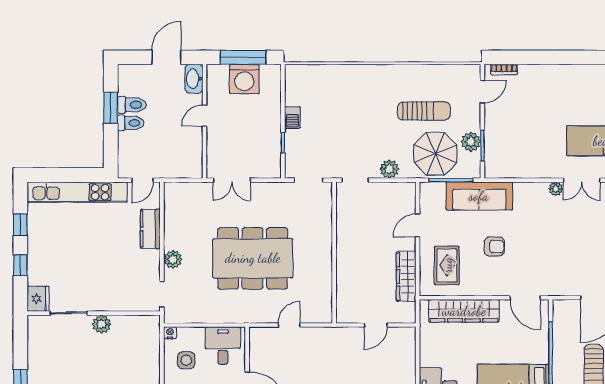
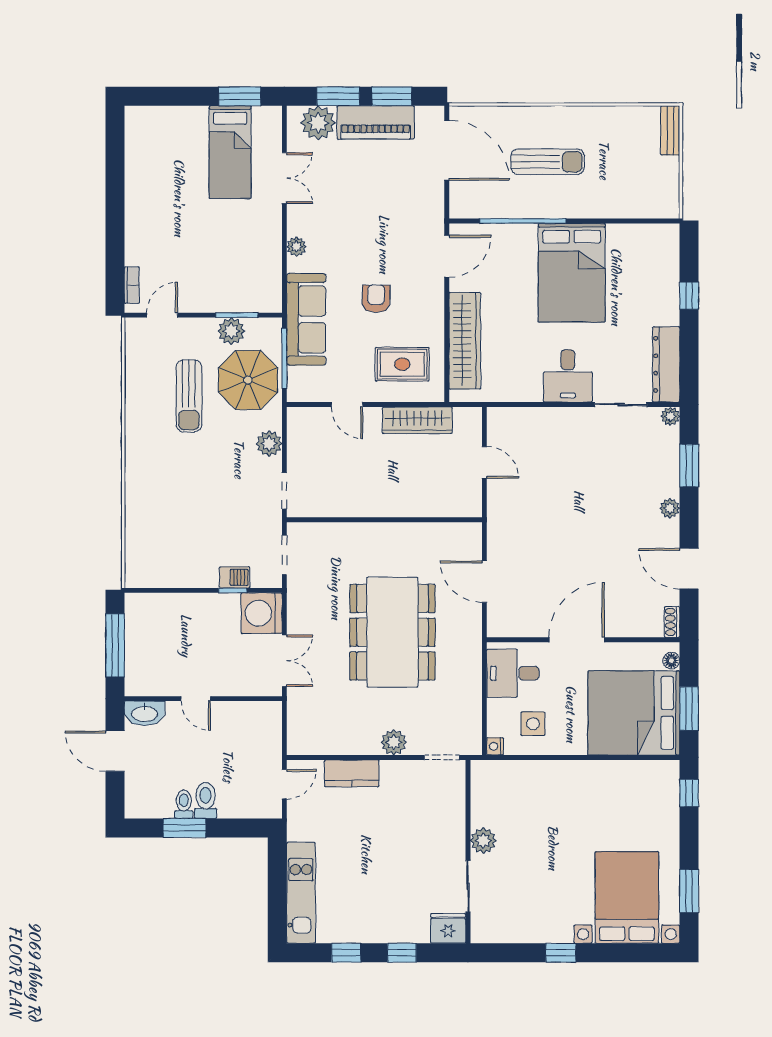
washing machine: (244, 79) -> (262, 613), moved, turned 180
door: (482, 92) -> (162, 315), hinge flipped
toilet: (132, 105) -> (184, 804), width x0.73, depth x0.72
sun lounger: (424, 111) -> (189, 396), turned 180
barbecue: (292, 117) -> (235, 577), moved
door: (142, 180) -> (284, 784), hinge flipped
plant: (556, 189) -> (296, 247), moved
kitchen unit: (77, 192) -> (301, 893), width x0.73
door: (289, 325) -> (484, 582), width x1.38

